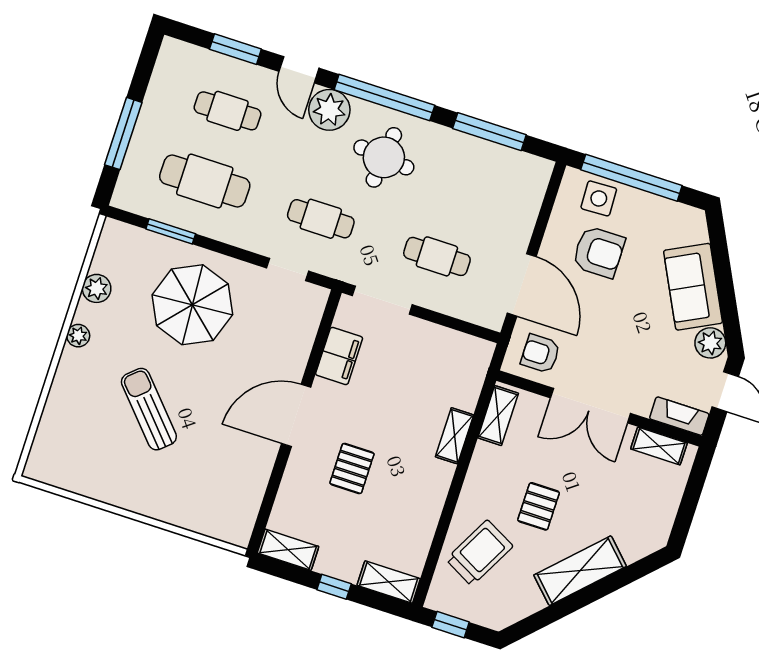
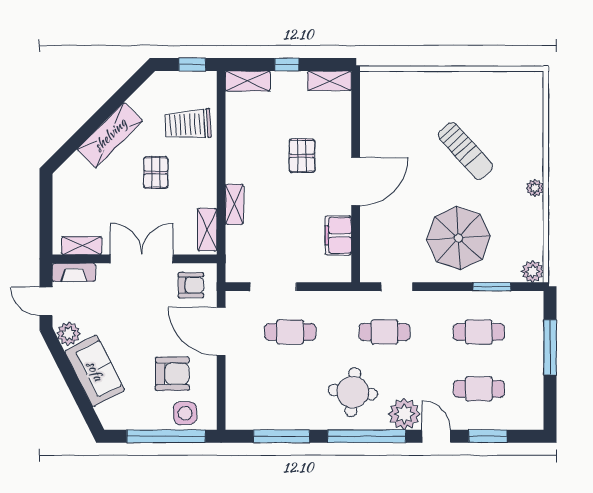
cafe table: (205, 181) -> (479, 332), width x0.73, depth x0.74
armchair: (599, 252) -> (172, 374), turned 180
plant: (97, 288) -> (533, 271), moved
doorway: (382, 300) -> (273, 287), moved
trolley: (479, 553) -> (188, 124), turned 58

